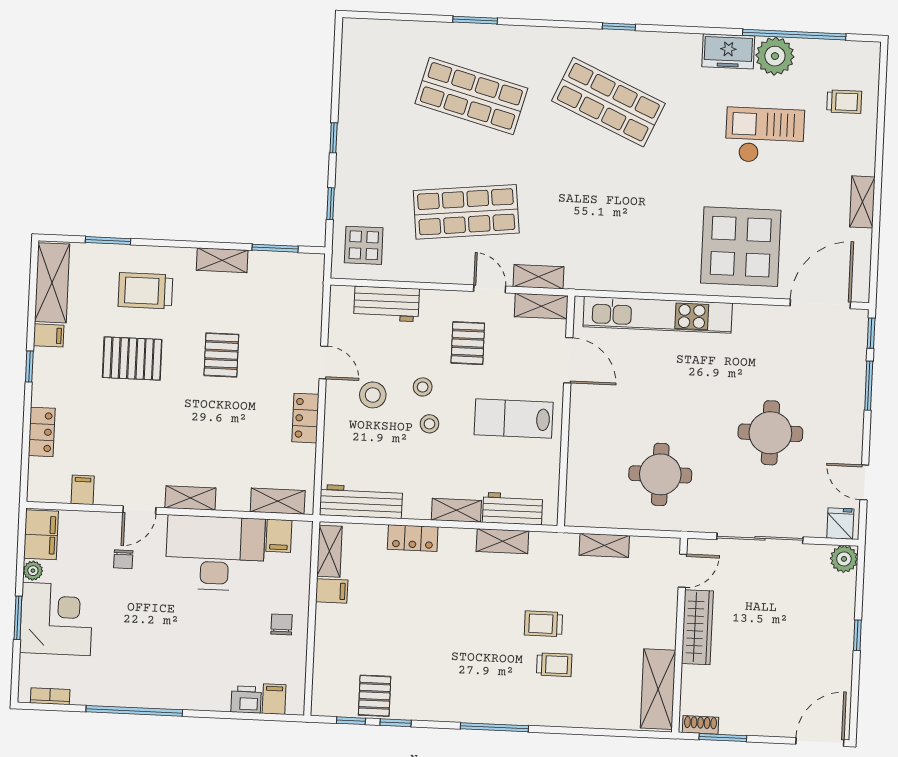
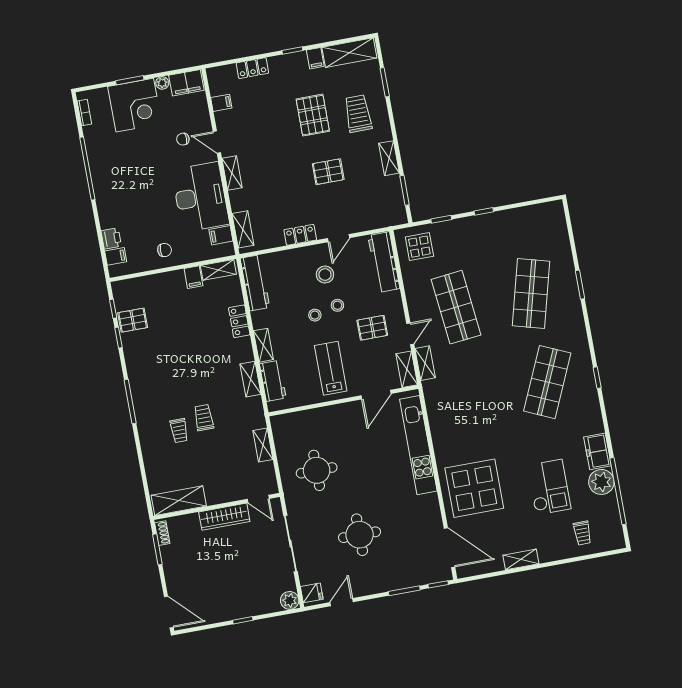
workbench: (387, 304) -> (384, 262), width x1.38

